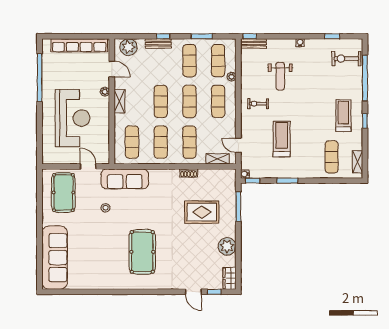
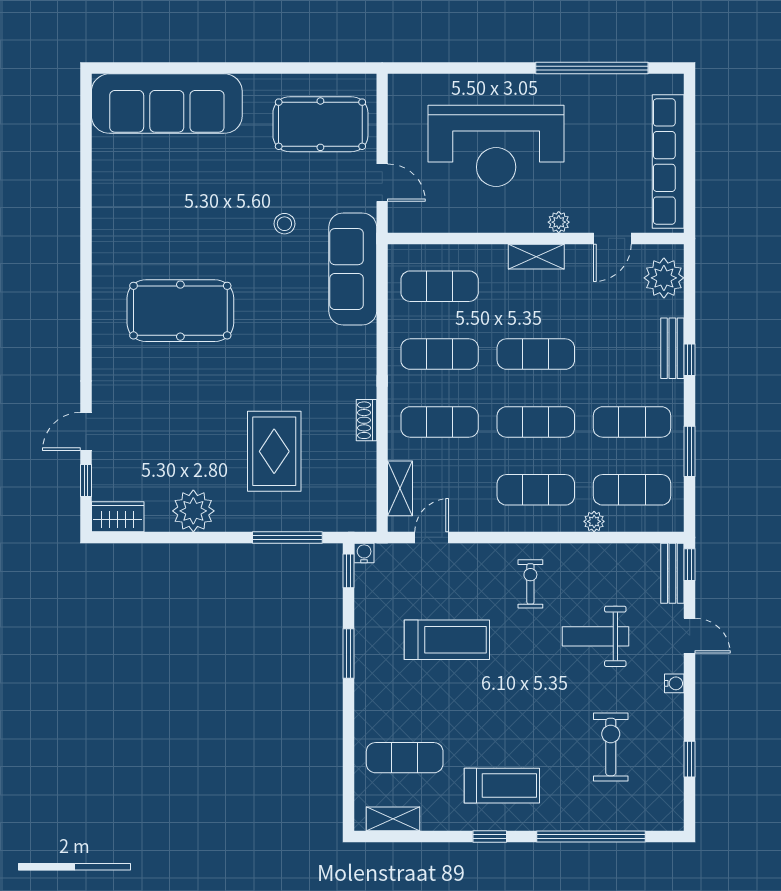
door: (280, 36) -> (690, 636), added
exercise bike: (346, 59) -> (611, 747), moved
door: (88, 166) -> (382, 183), hinge flipped

